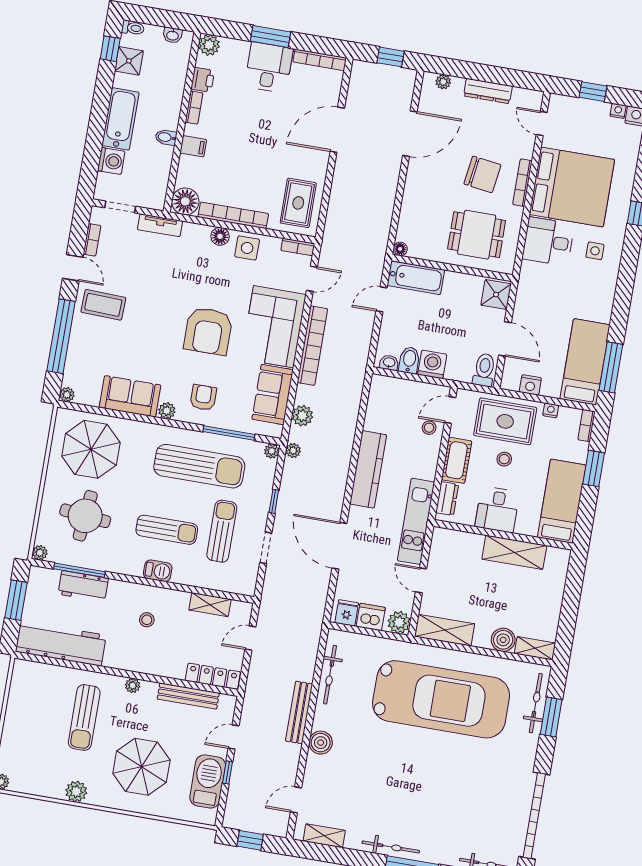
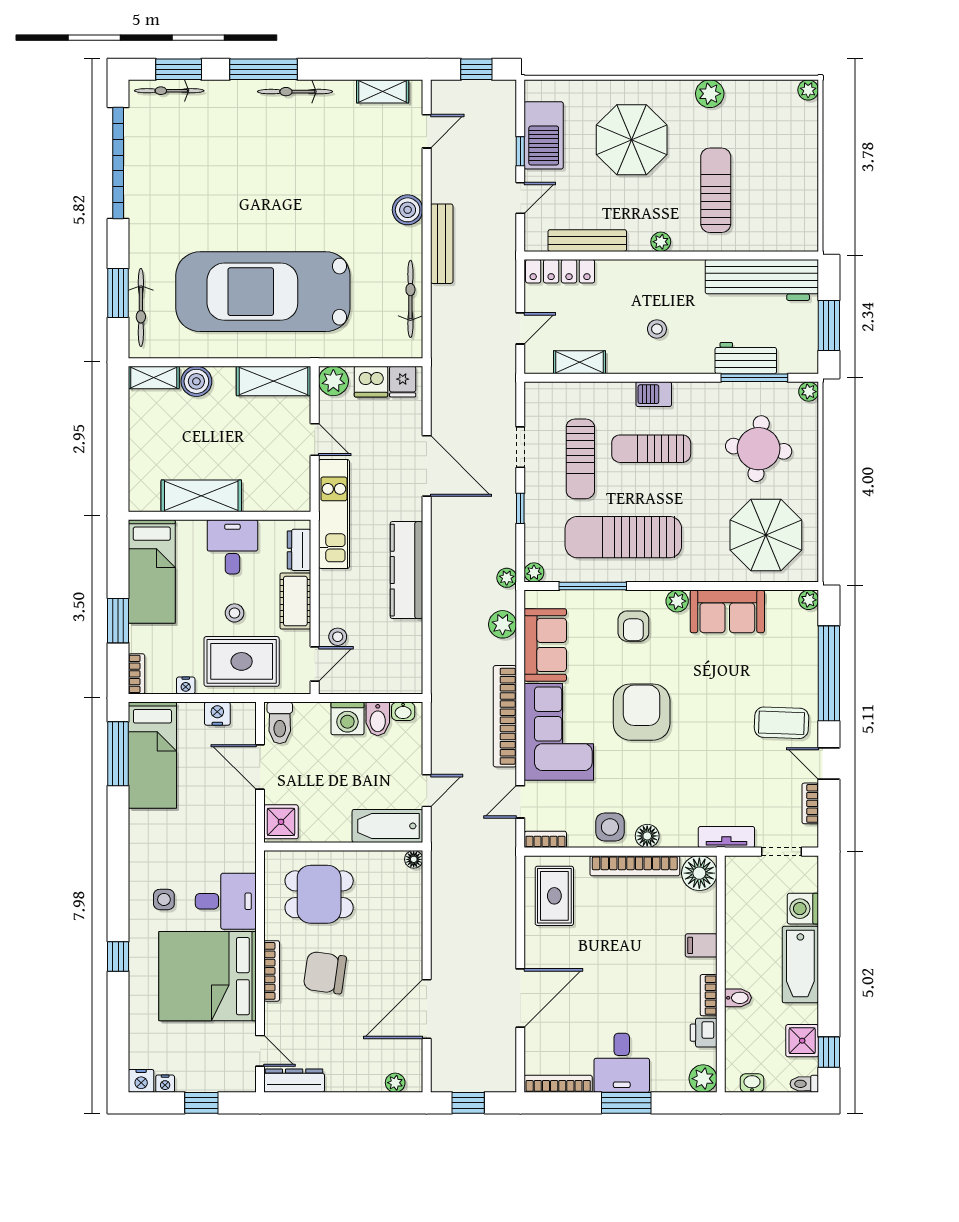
dresser: (488, 91) -> (294, 1081), moved
bidet: (166, 137) -> (738, 998), moved

